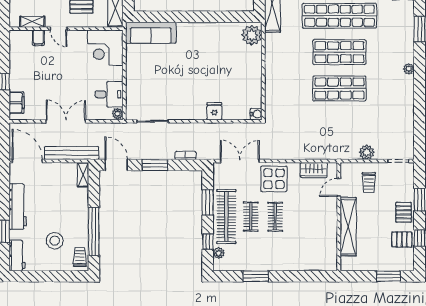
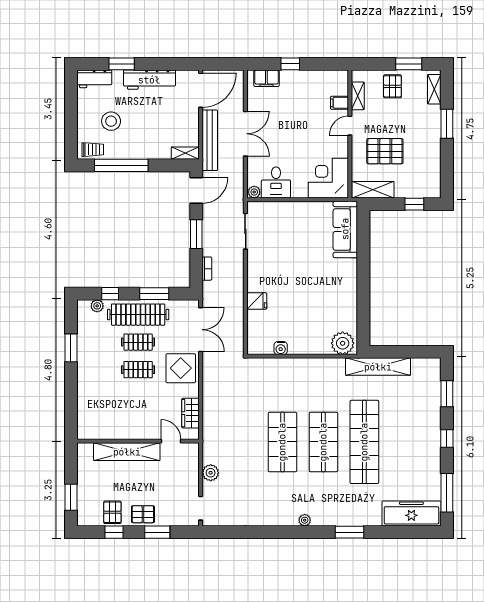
water cooler: (256, 114) -> (281, 348), moved
trolley: (369, 183) -> (176, 475), removed

